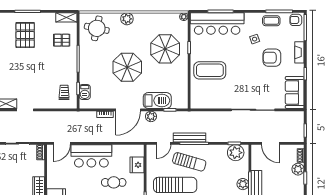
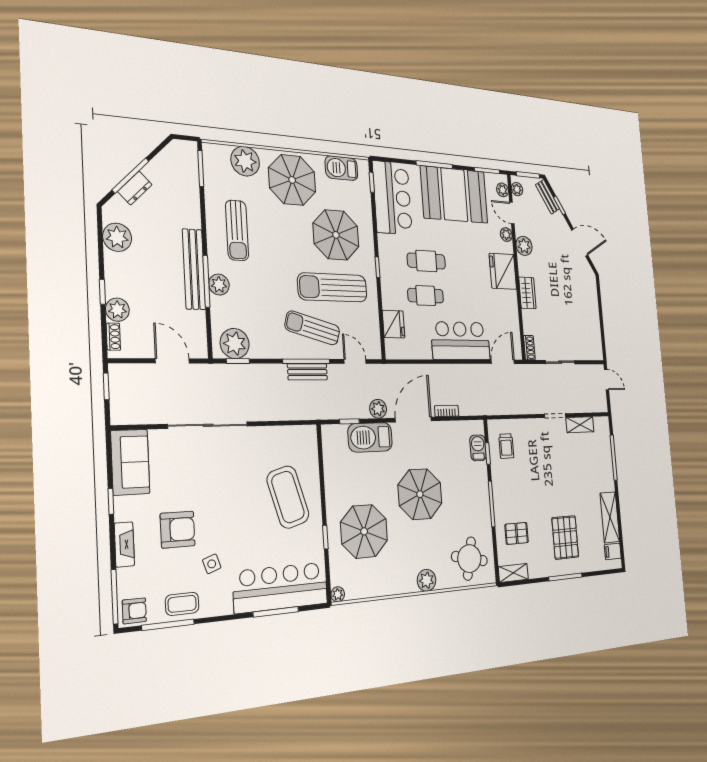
coffee table: (210, 70) -> (288, 497), turned 74
bench: (190, 137) -> (307, 372), width x0.73
door: (164, 143) -> (355, 361), hinge flipped

